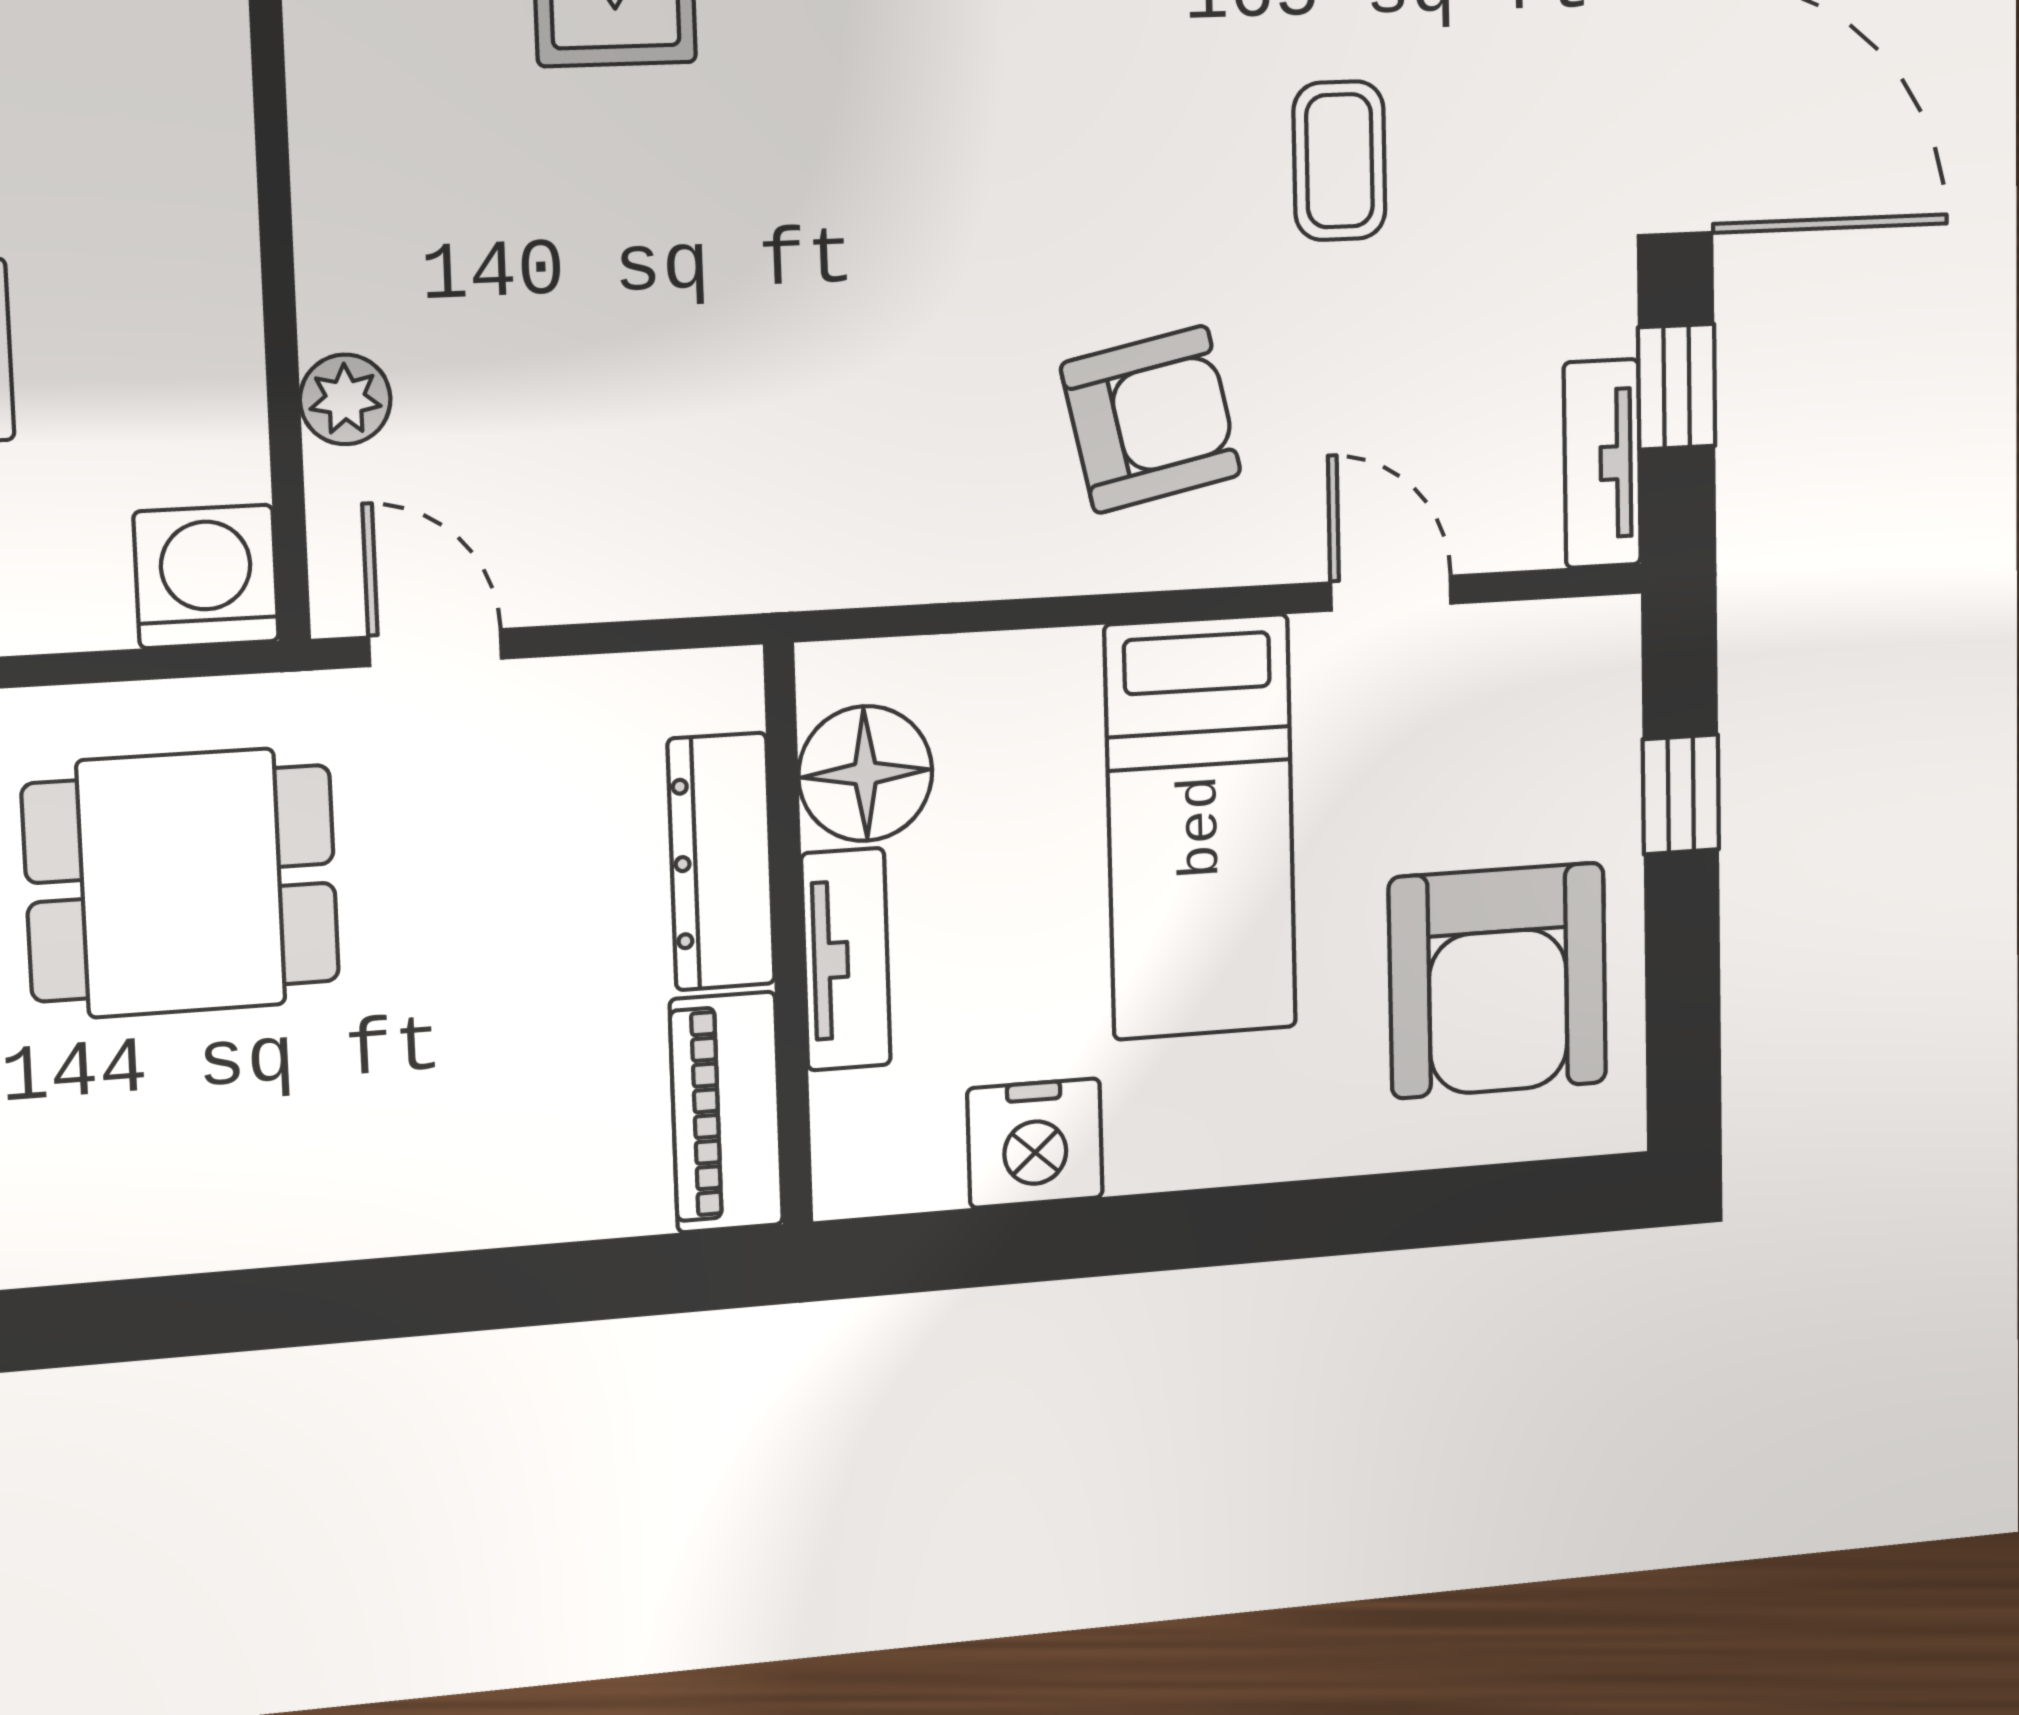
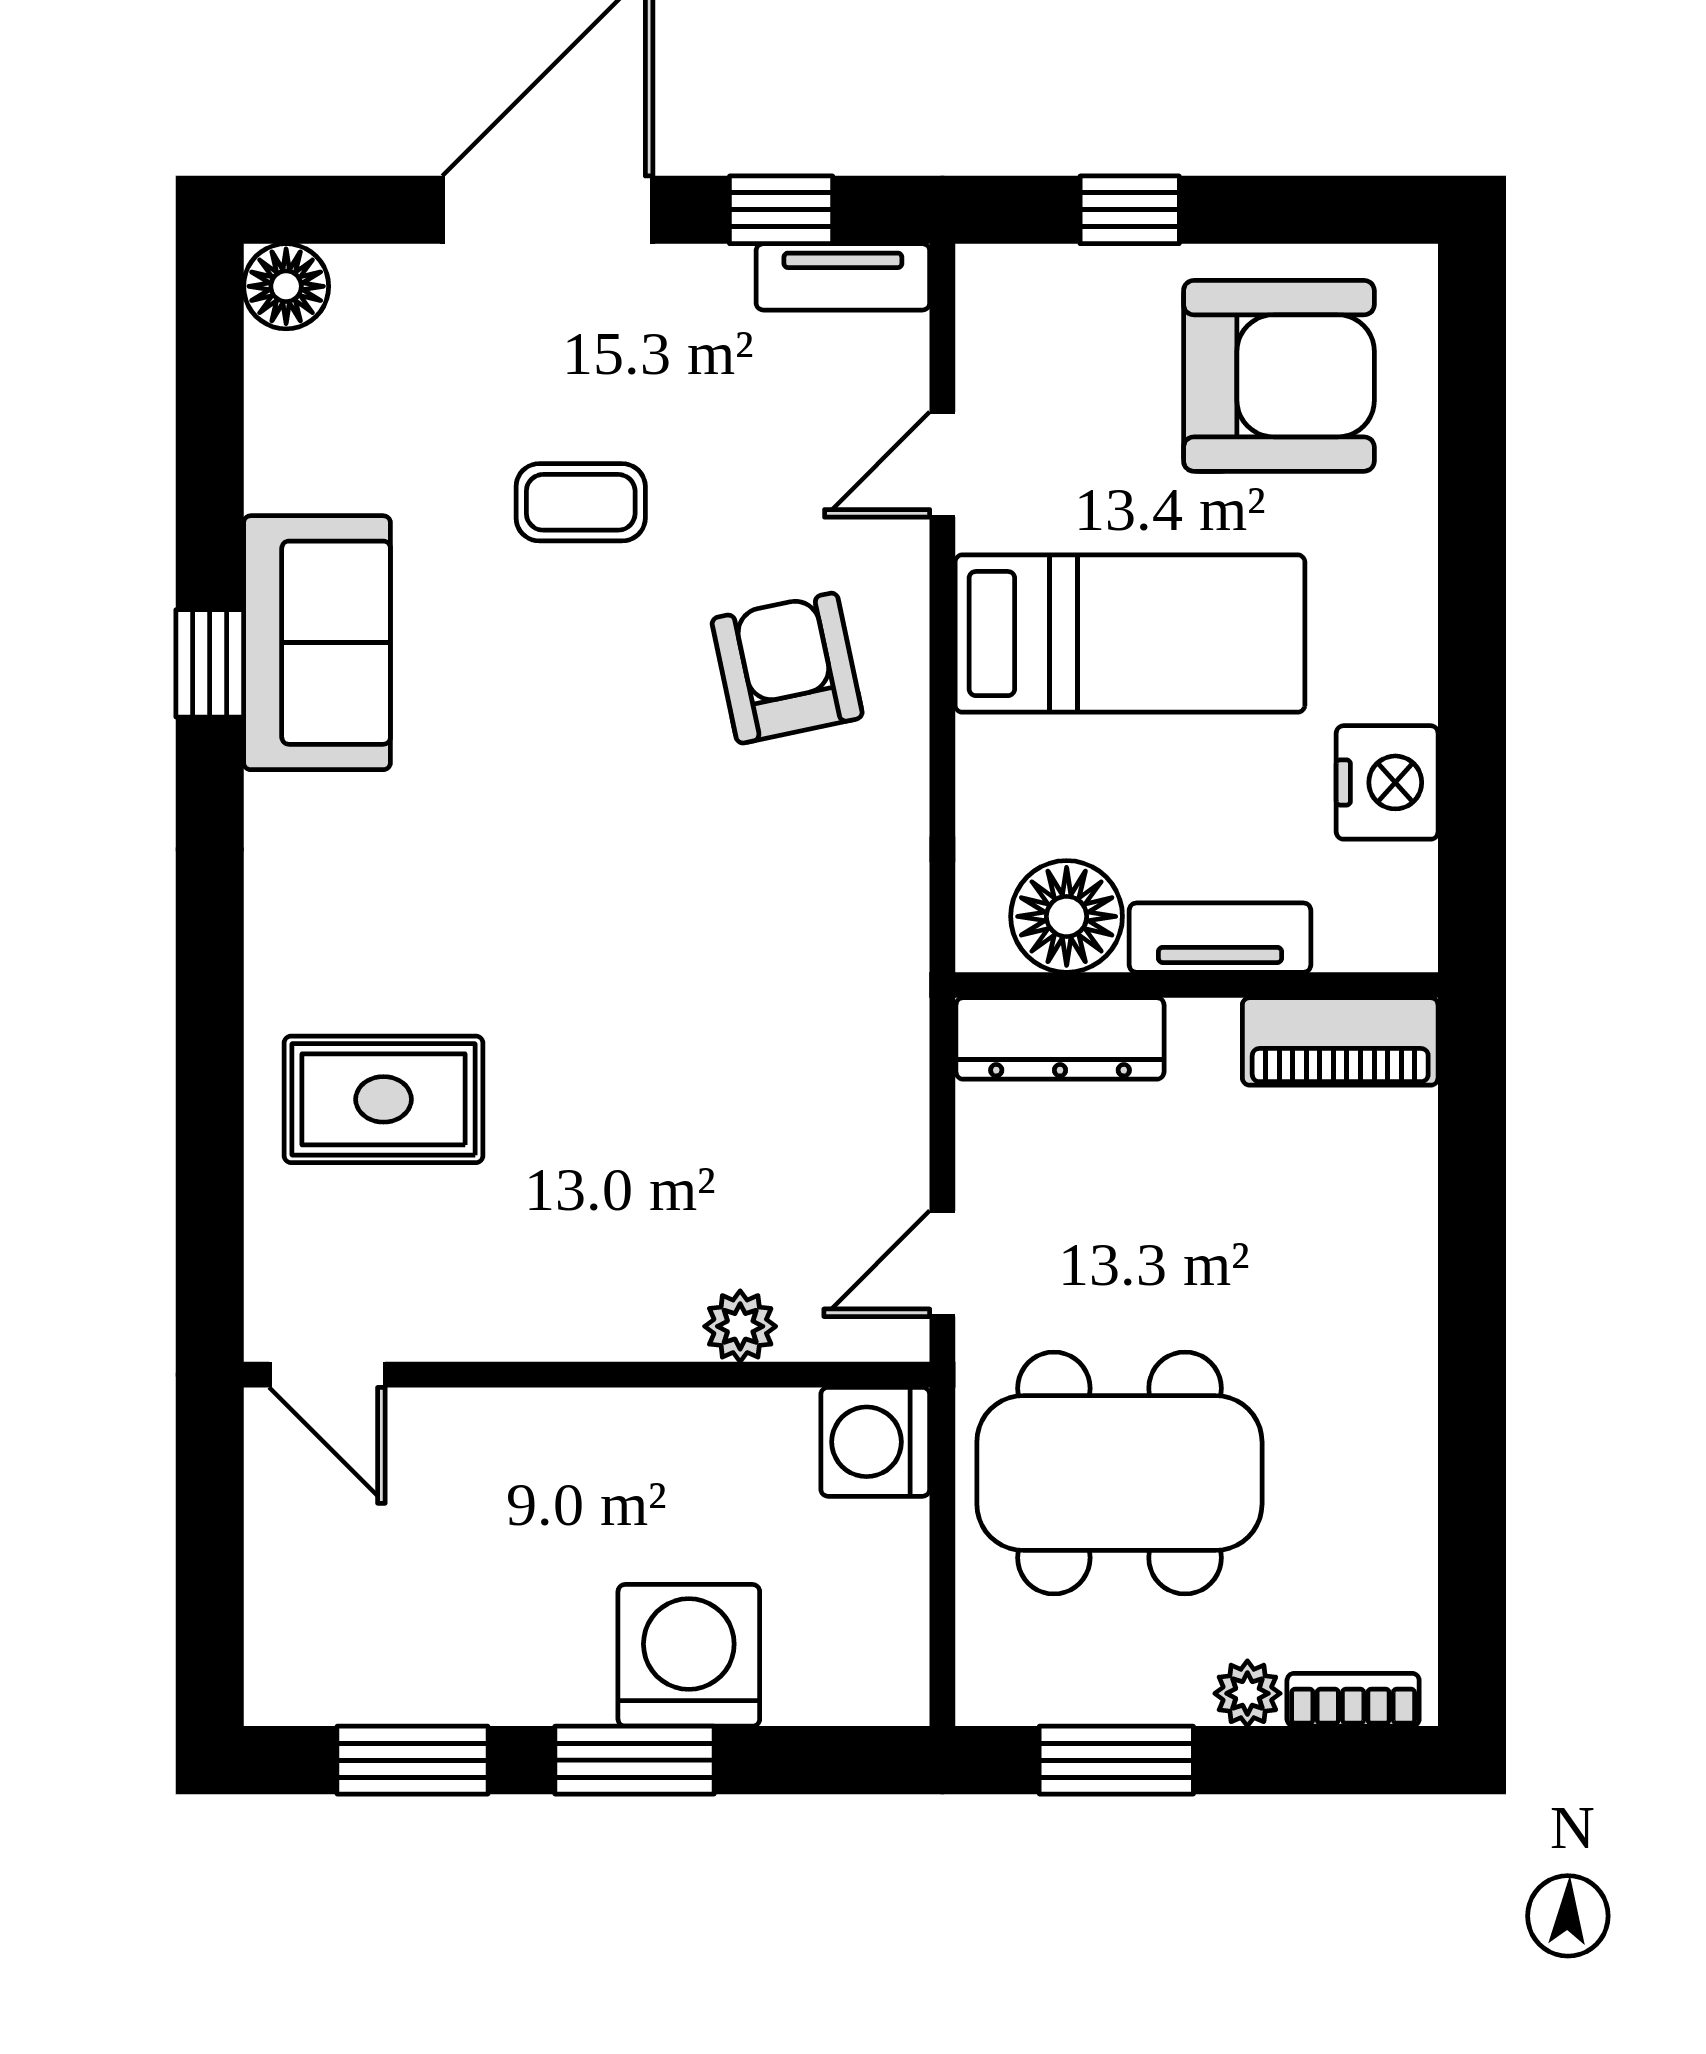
dresser: (721, 862) -> (1060, 1038), moved
dining table: (181, 883) -> (1119, 1473), width x1.38

